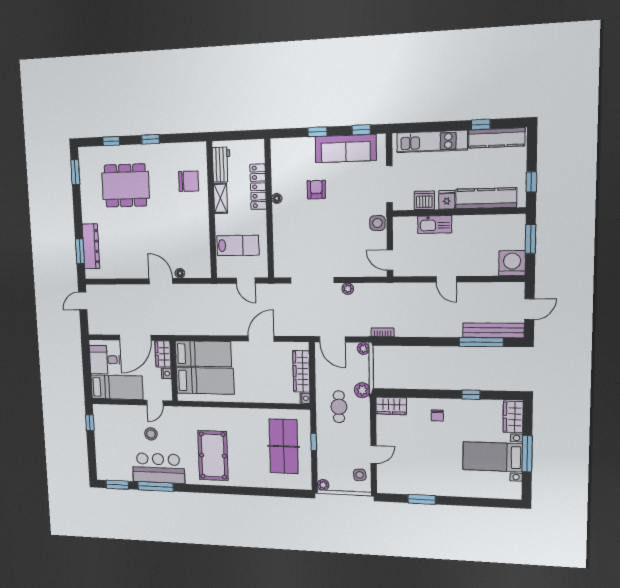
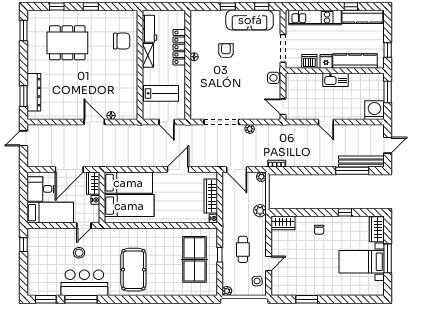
kitchen sink: (435, 224) -> (335, 80), moved
cafe table: (339, 407) -> (243, 249), moved

